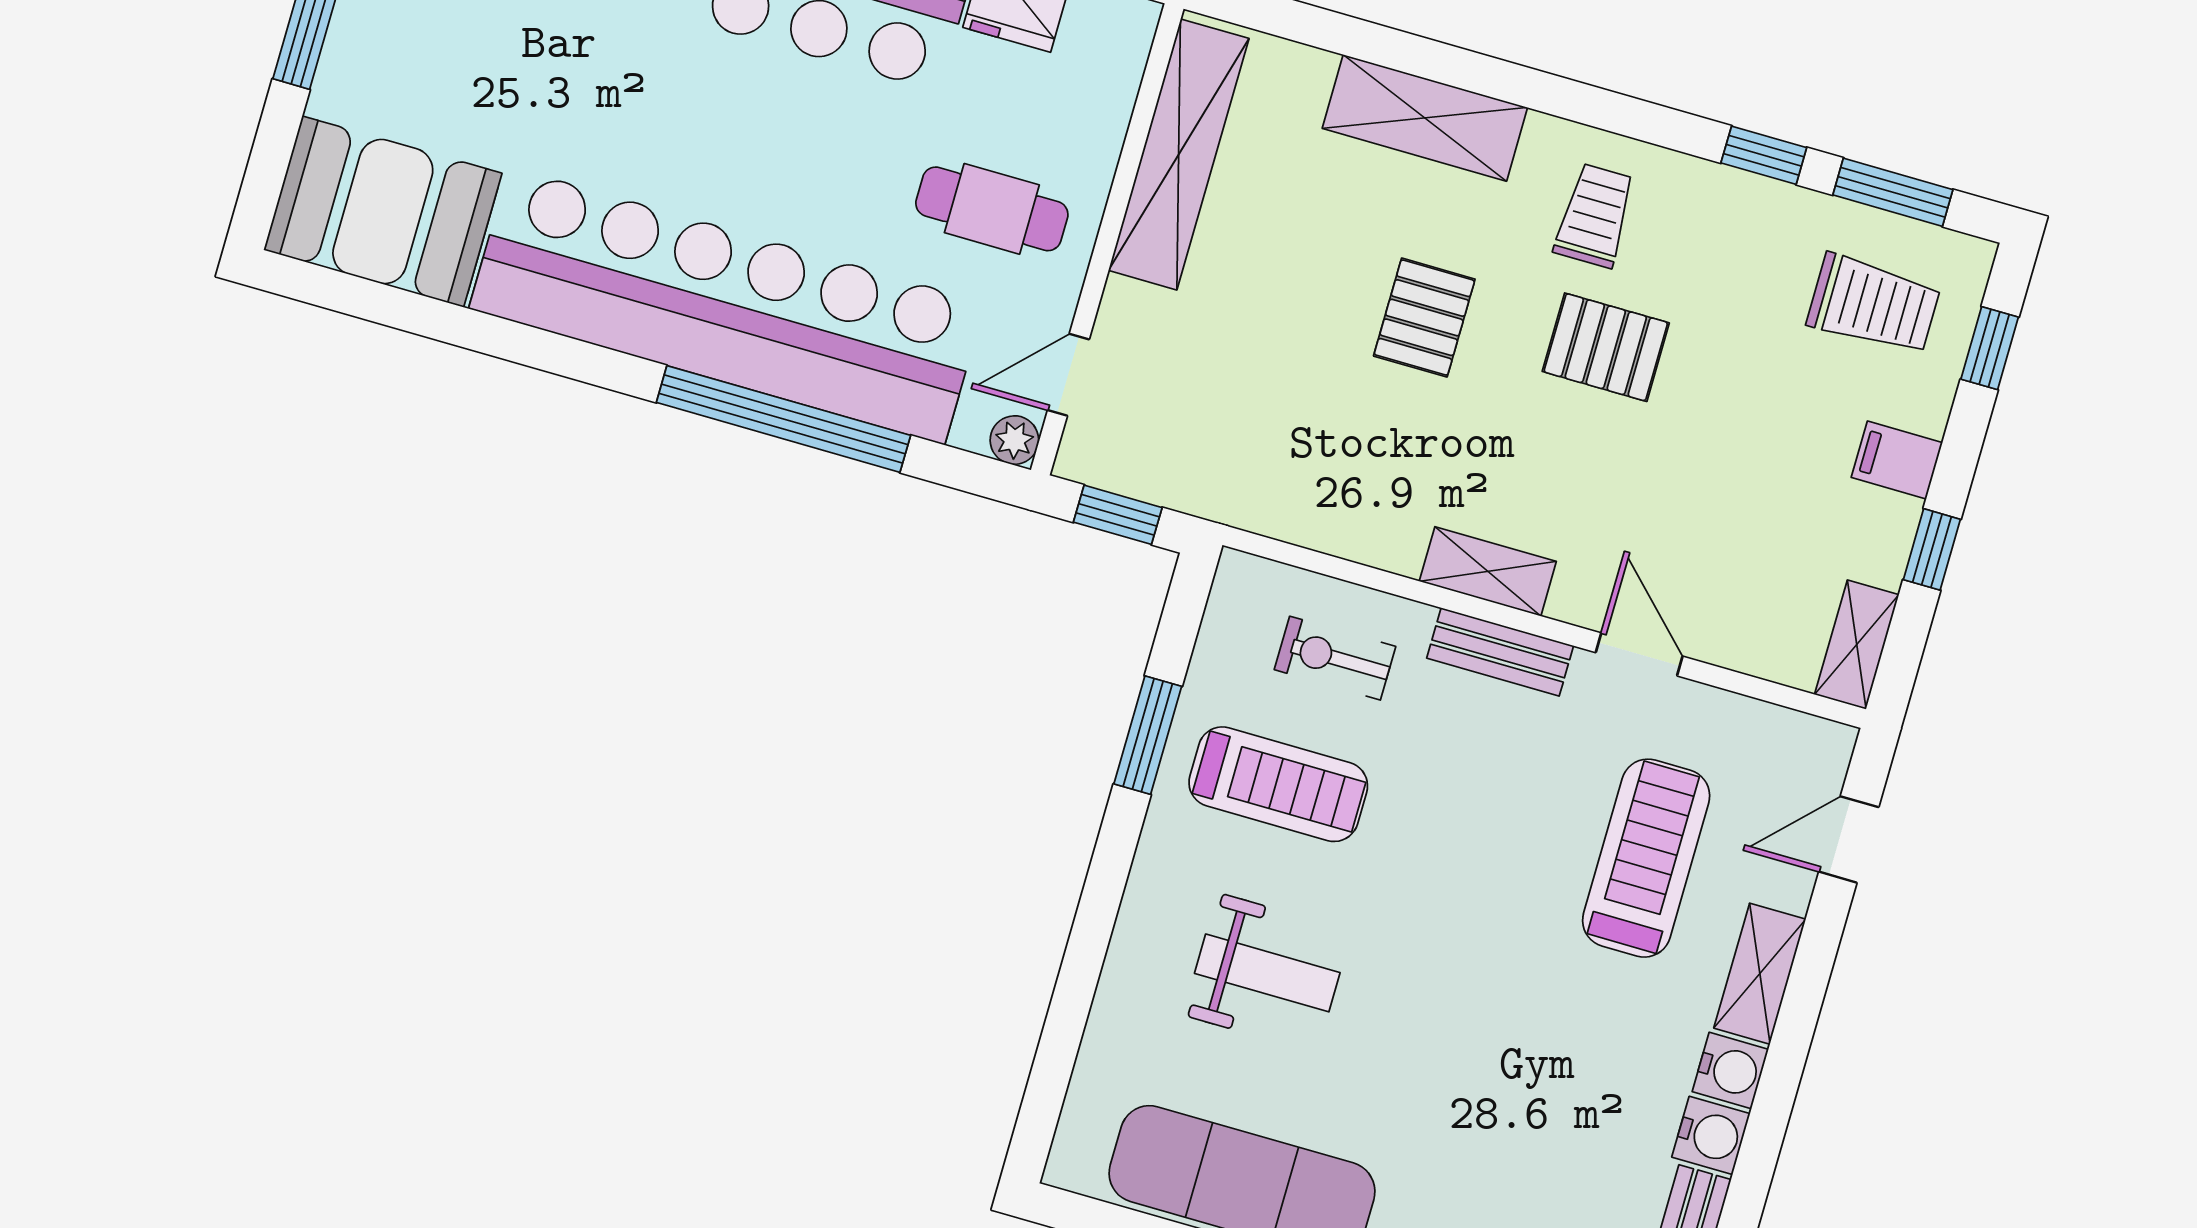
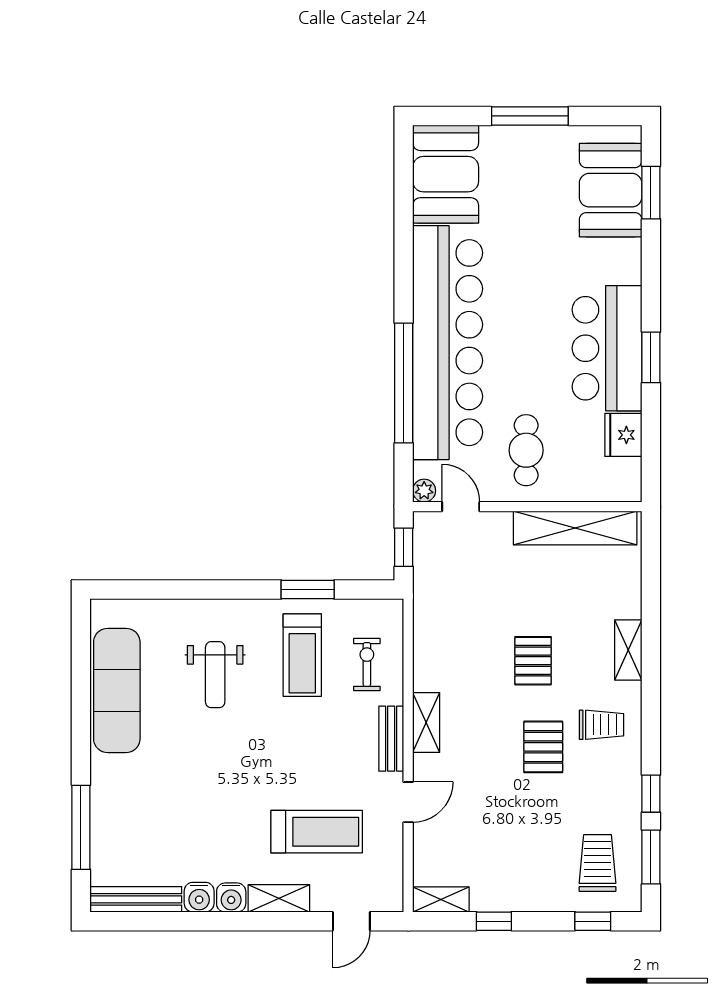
shelving: (1425, 118) -> (628, 650), width x0.67, depth x0.75
trolley: (1874, 304) -> (598, 863), turned 180
pallet: (1424, 318) -> (533, 661), turned 90
filing cabinet: (1897, 460) -> (530, 894), removed
door: (1849, 839) -> (351, 921), swing flipped

